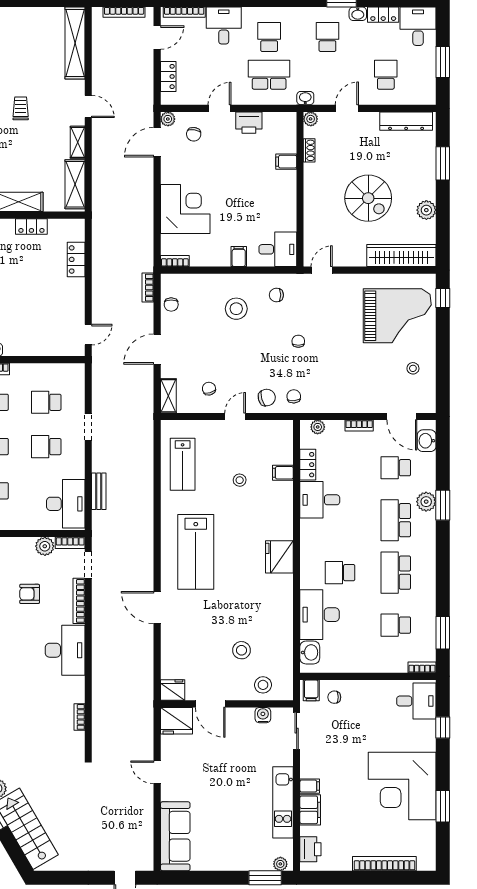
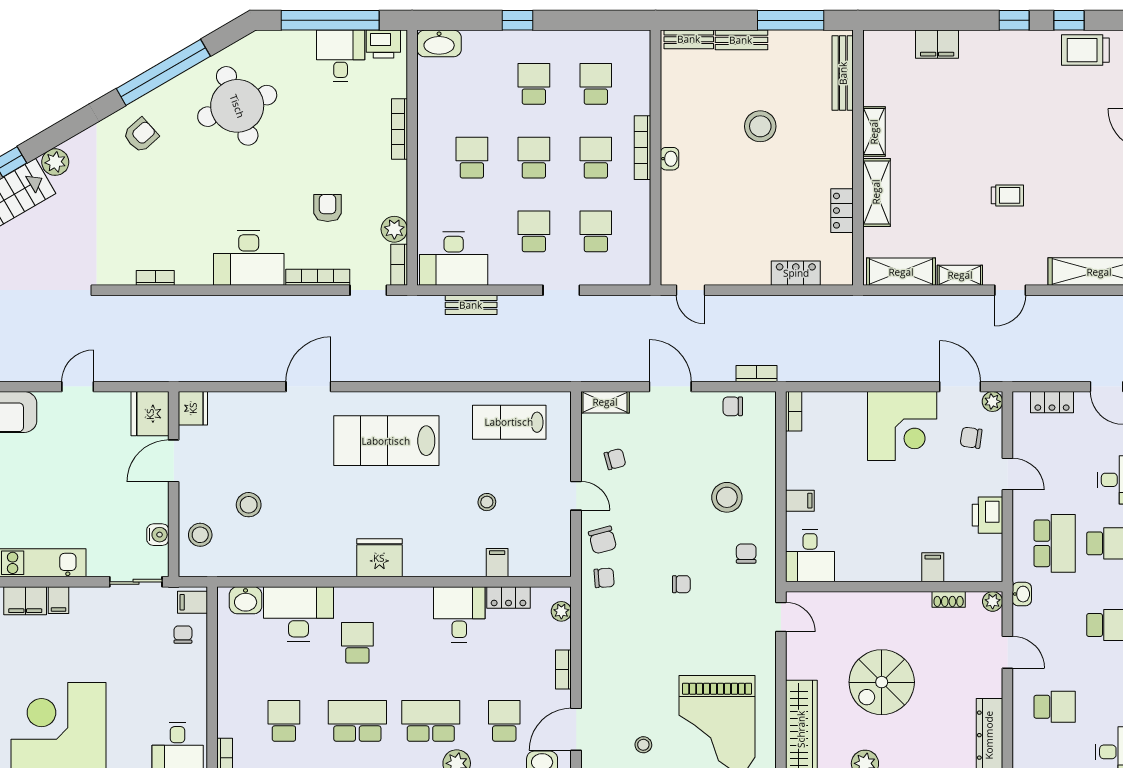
corner desk: (185, 209) -> (902, 426), moved

